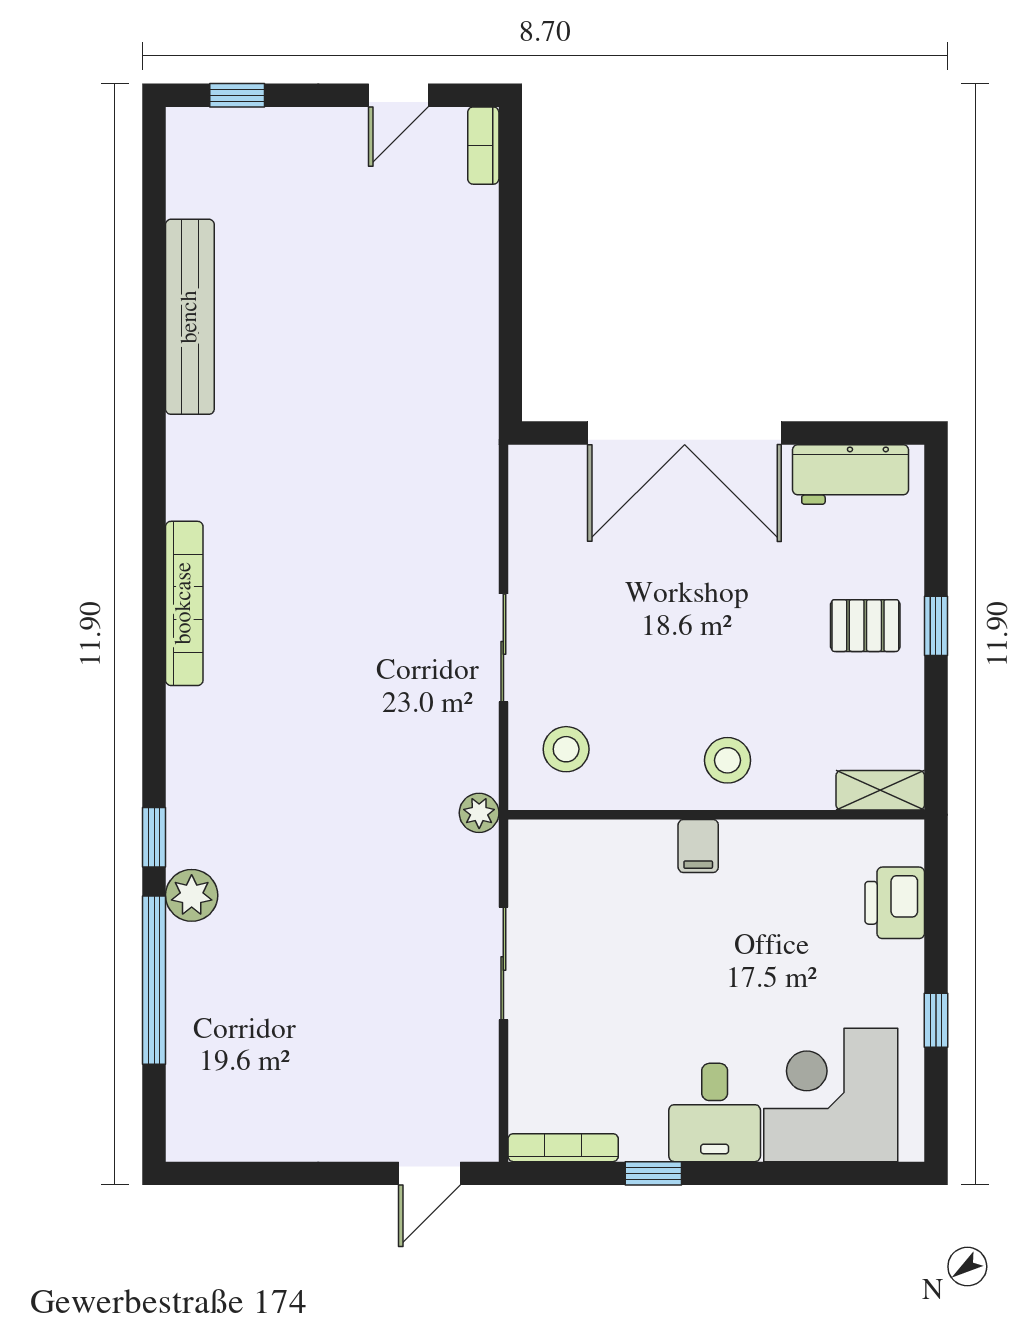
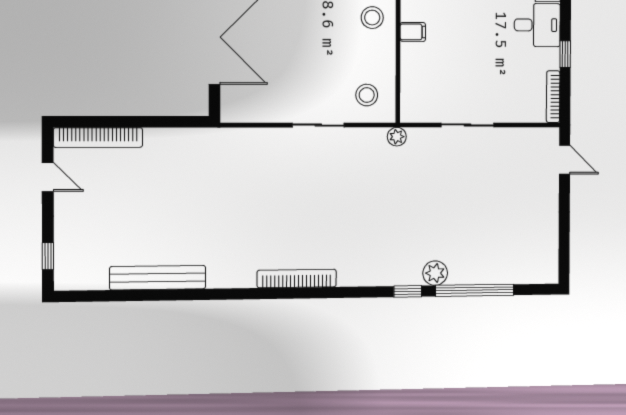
bookcase: (483, 146) -> (98, 138), width x2.31, depth x1.31

